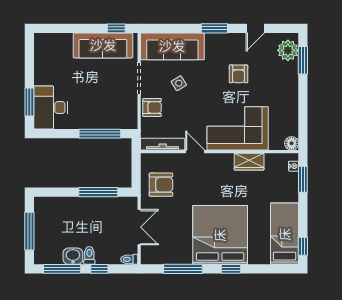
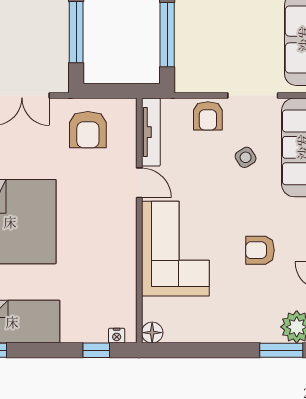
door: (195, 152) -> (139, 183), hinge flipped
wardrobe: (249, 162) -> (124, 267), removed
window: (303, 179) -> (96, 350), width x0.67

